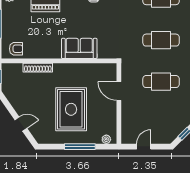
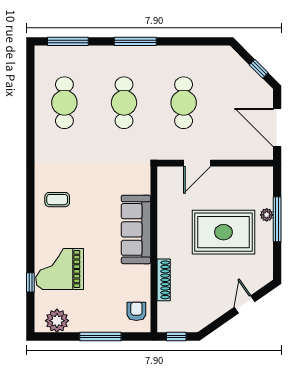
sofa: (79, 48) -> (136, 229), width x1.36
plant: (106, 139) -> (267, 215), moved
door: (144, 147) -> (277, 127), width x1.88

